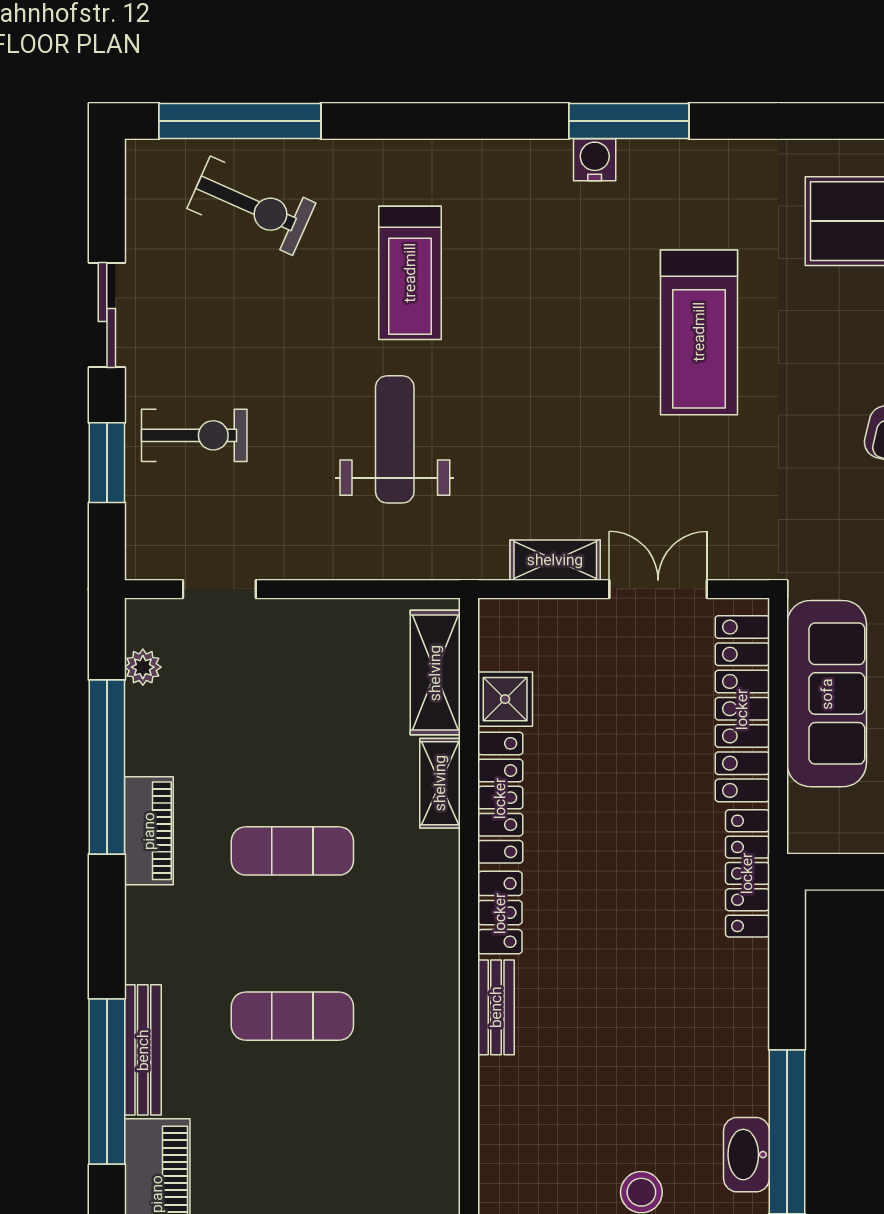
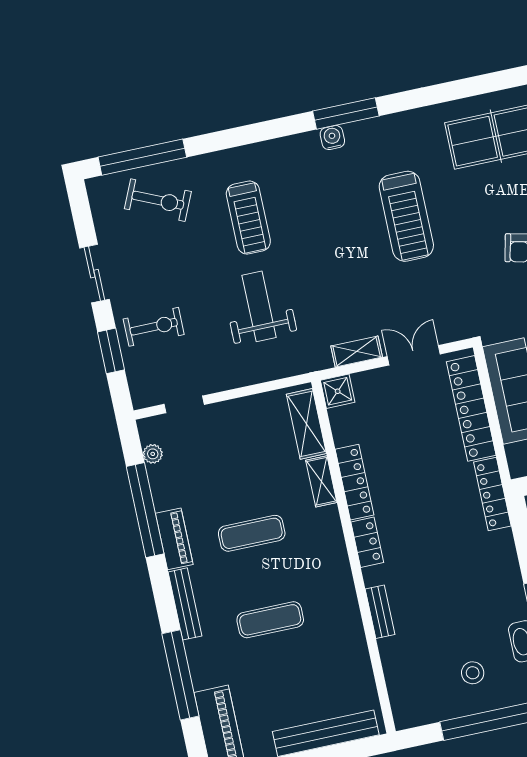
shower: (505, 699) -> (338, 391), moved
bench: (496, 1007) -> (380, 612), moved
bench: (143, 1050) -> (185, 604), moved

